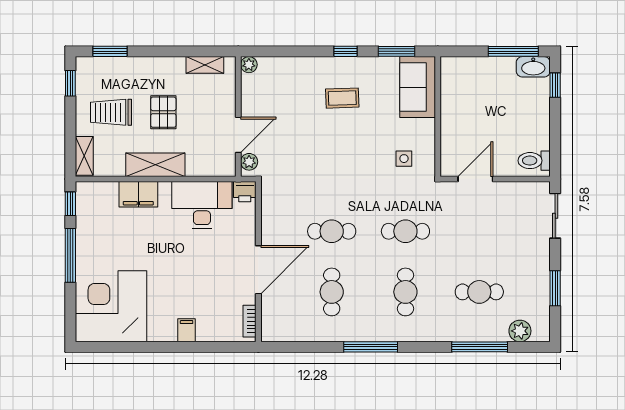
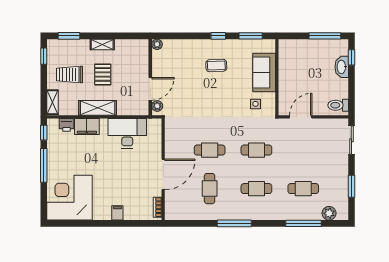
shelving: (205, 65) -> (102, 44), moved
washbasin: (533, 67) -> (342, 67), moved, turned 90
sofa: (418, 87) -> (264, 73), moved
printer: (245, 192) -> (66, 125), moved
cafe table: (405, 292) -> (256, 189), turned 90

